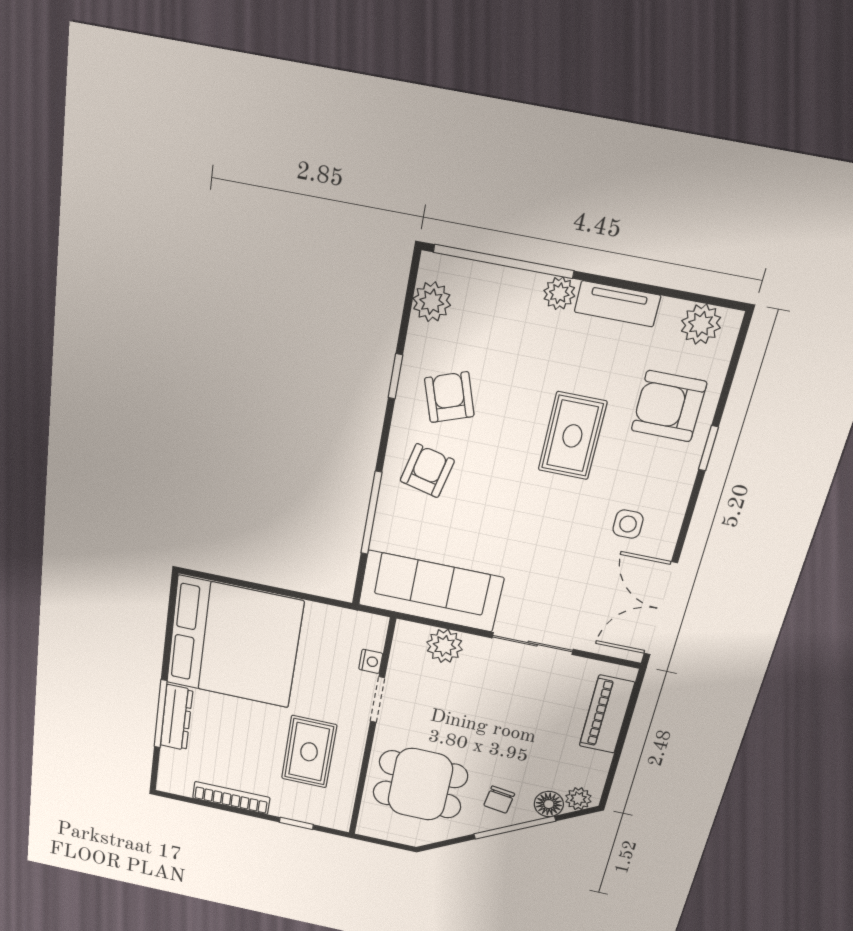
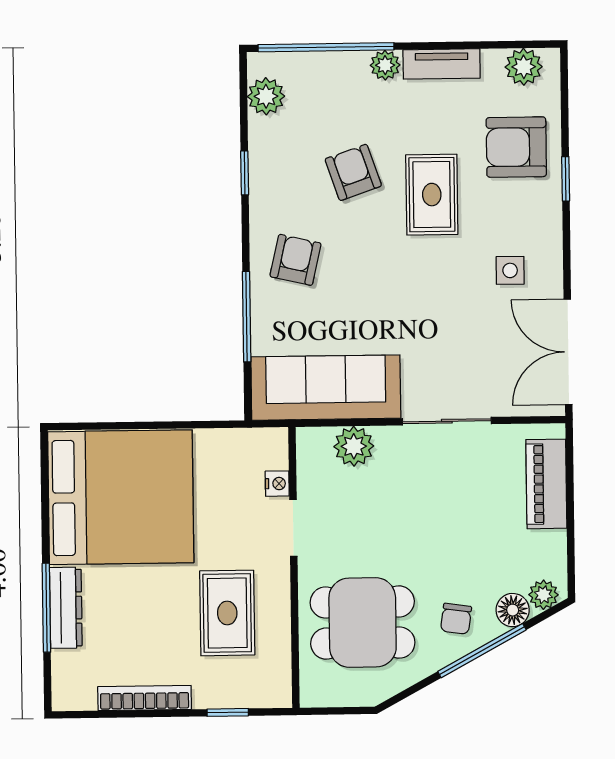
armchair: (449, 397) -> (353, 172), moved

